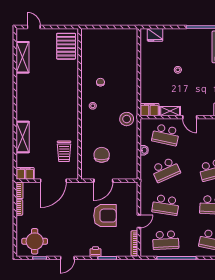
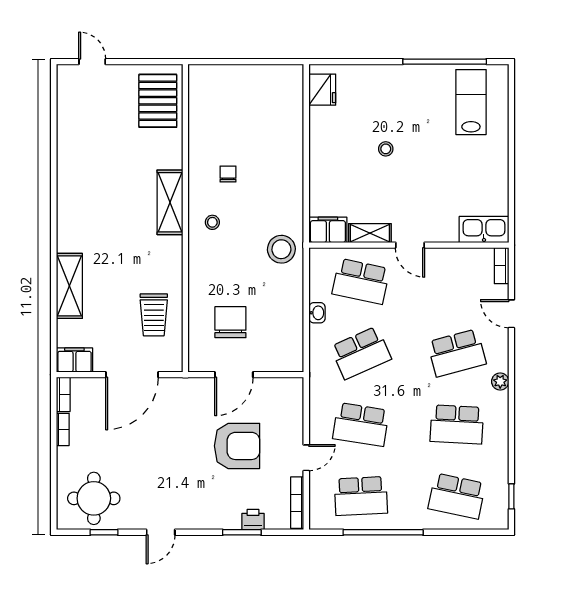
fridge: (155, 35) -> (322, 90), moved, turned -90
shelving: (23, 57) -> (170, 202), moved
printer: (96, 252) -> (253, 519), moved

